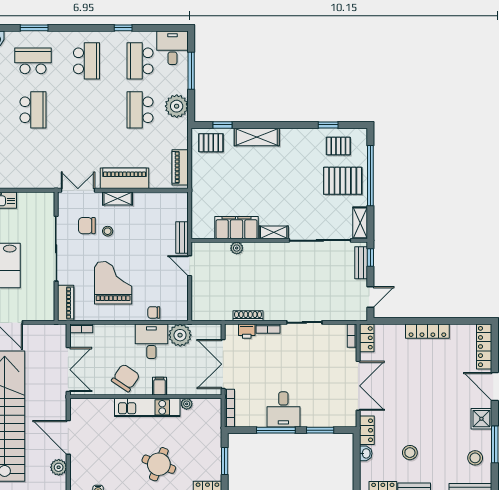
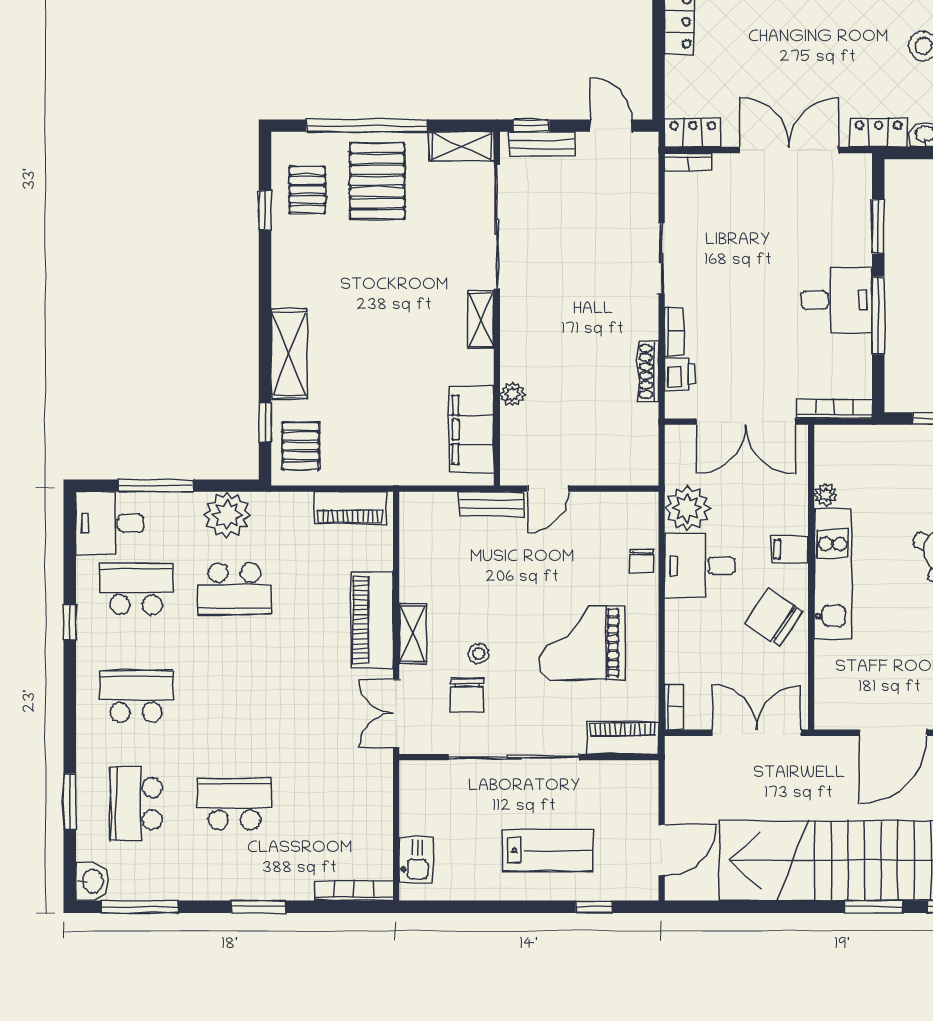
school desk: (140, 61) -> (136, 589), turned 180
filing cabinet: (237, 228) -> (471, 430), moved

